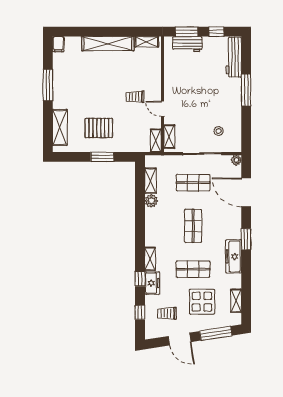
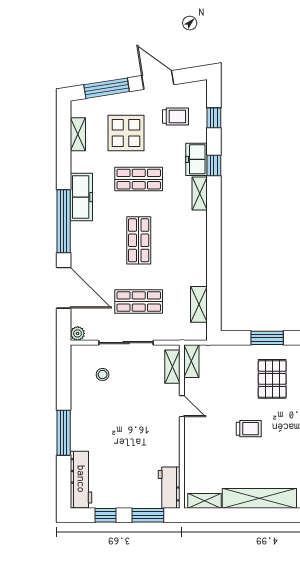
workbench: (187, 44) -> (169, 488), moved, turned -90
trolley: (135, 97) -> (249, 429), moved
pallet: (99, 128) -> (272, 379), turned 90
plant: (151, 201) -> (198, 276), removed
window: (246, 239) -> (64, 221), width x2.11

